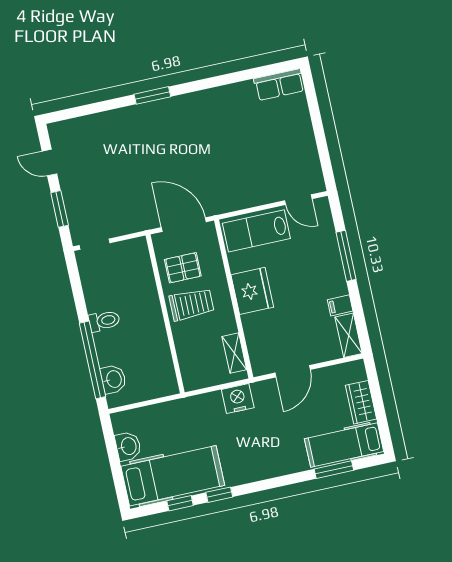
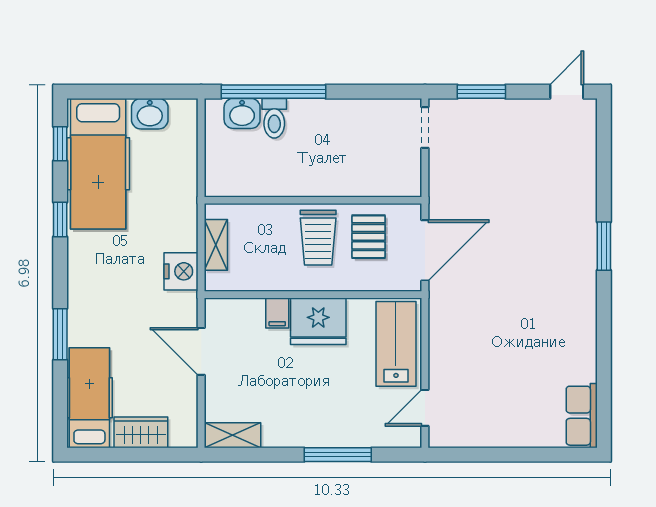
door: (49, 163) -> (567, 92), moved
filing cabinet: (340, 305) -> (277, 313), moved, turned 180
toilet: (104, 321) -> (274, 118), moved
shelving: (234, 353) -> (216, 245), moved, turned 90
window: (334, 470) -> (60, 334), moved
window: (180, 503) -> (60, 144), moved

